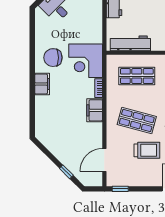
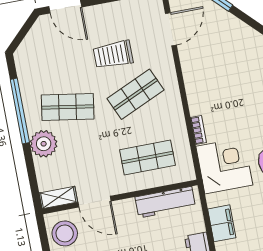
filing cabinet: (95, 110) -> (222, 223), moved
shop shelf: (137, 121) -> (135, 94), turned -39

